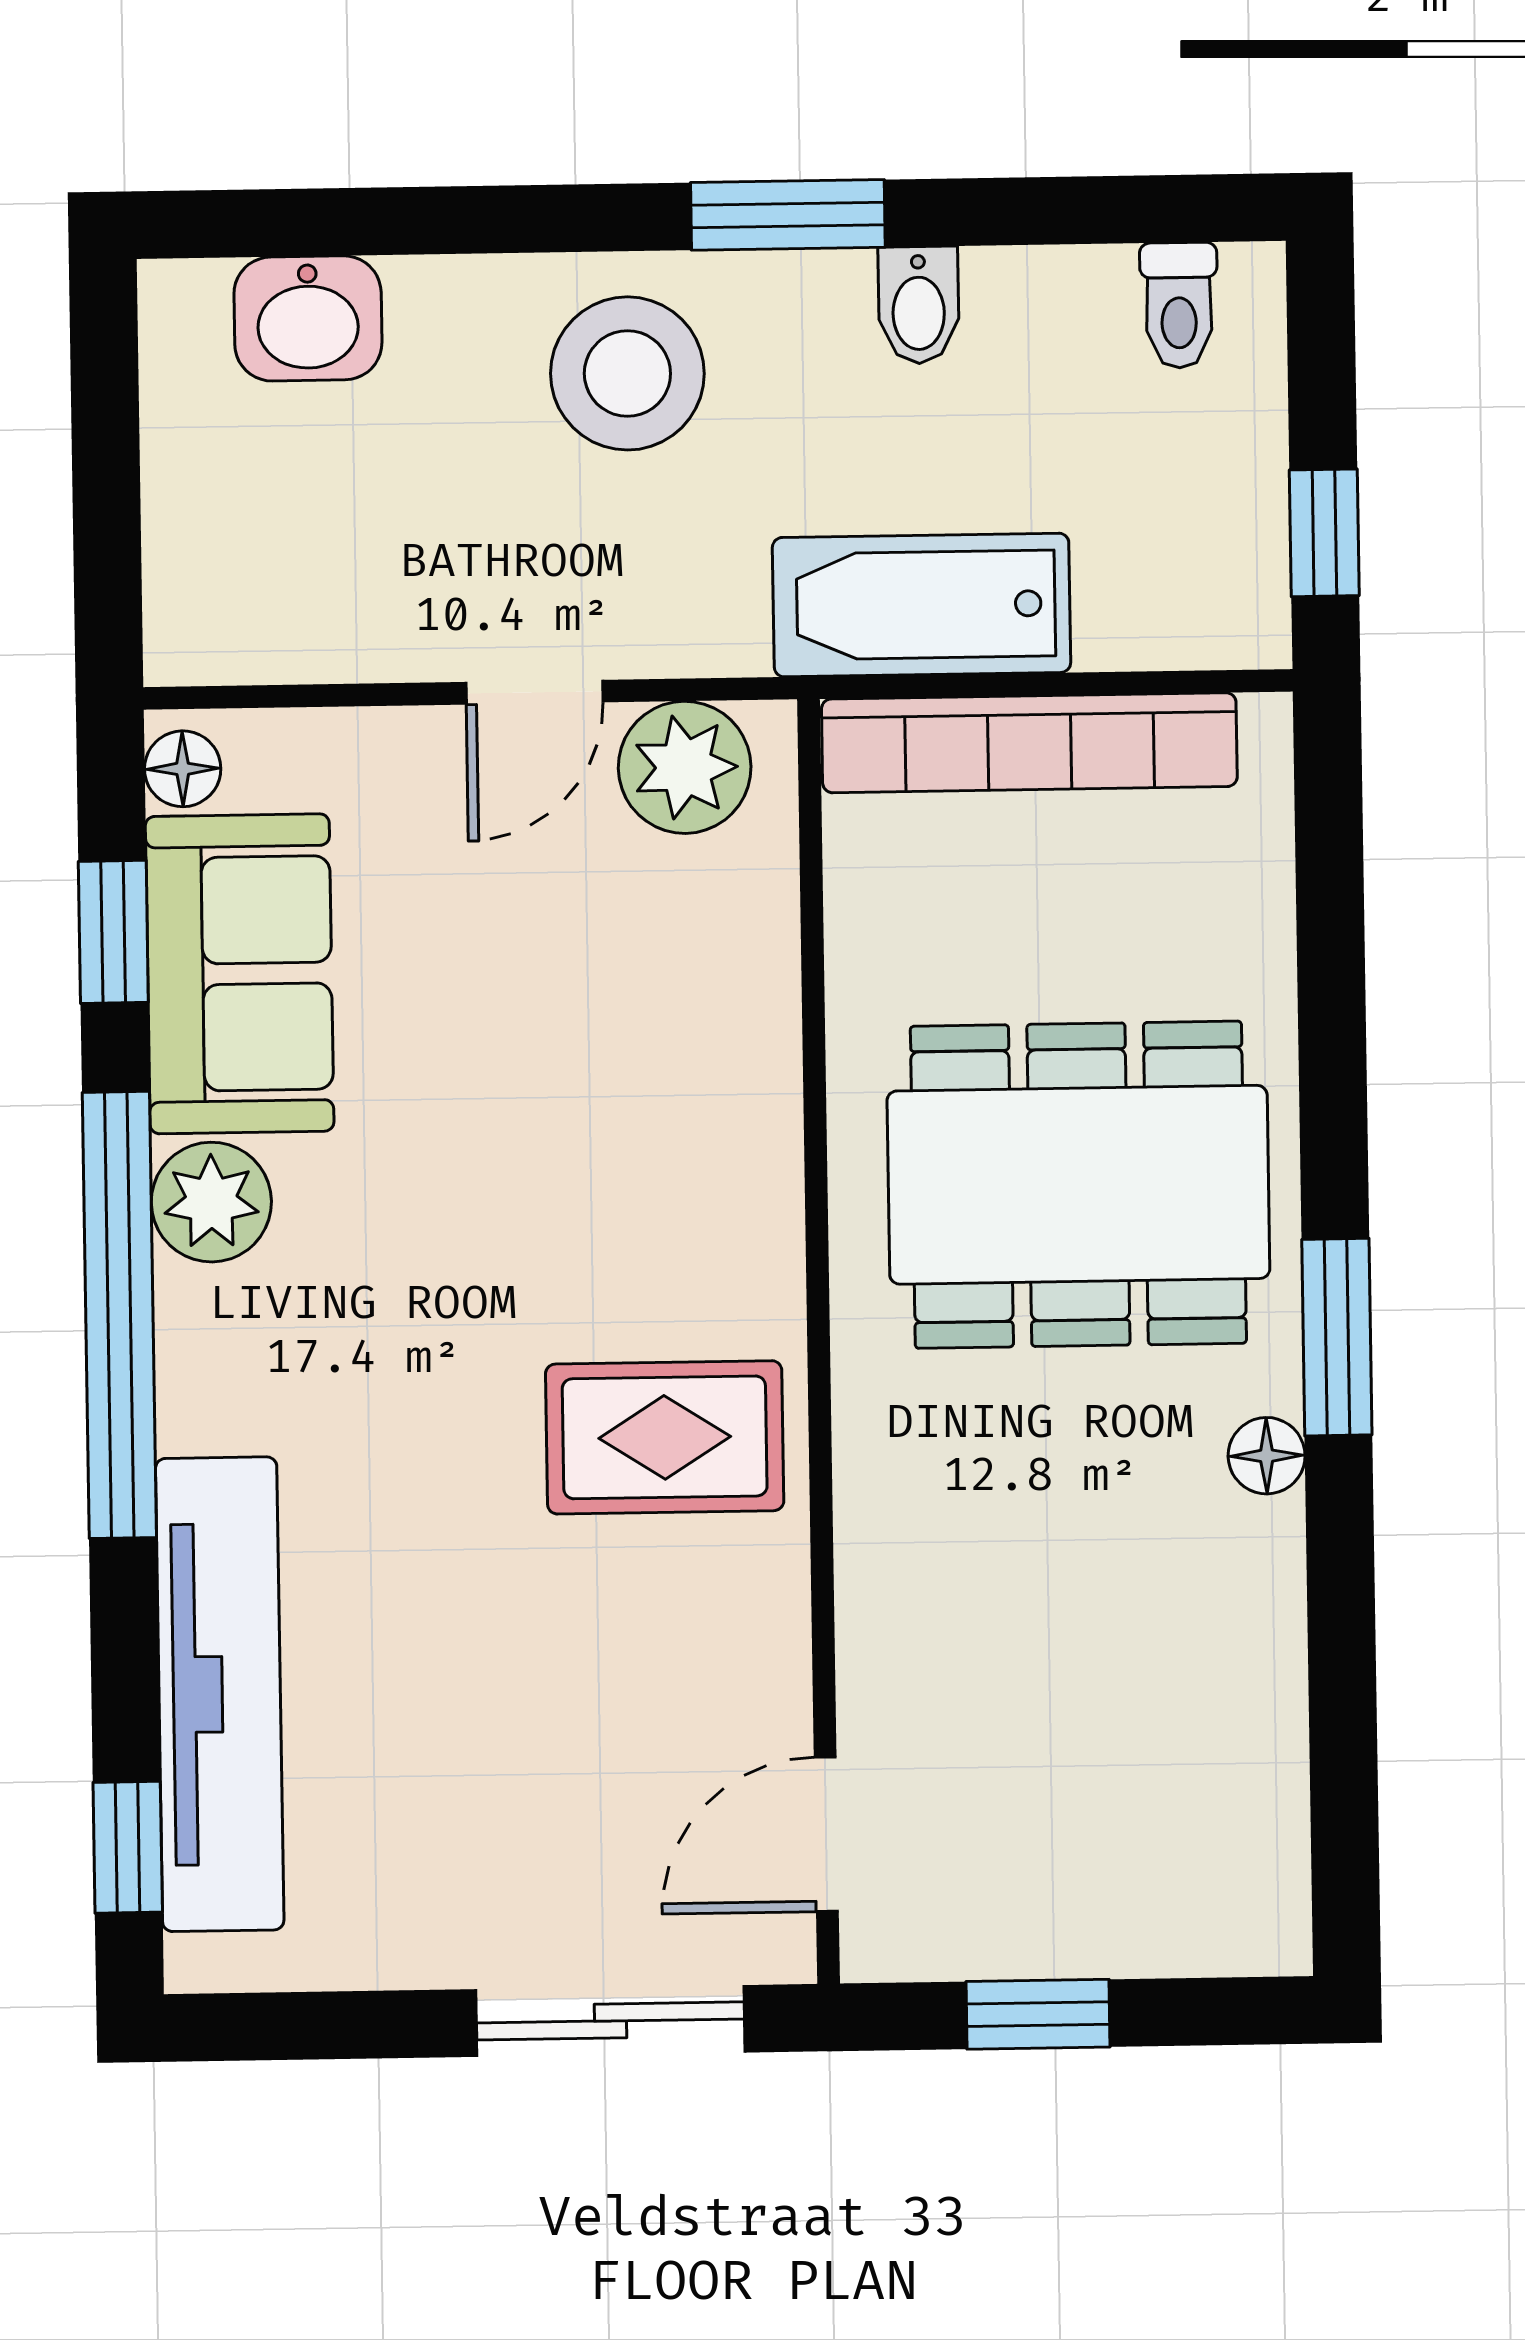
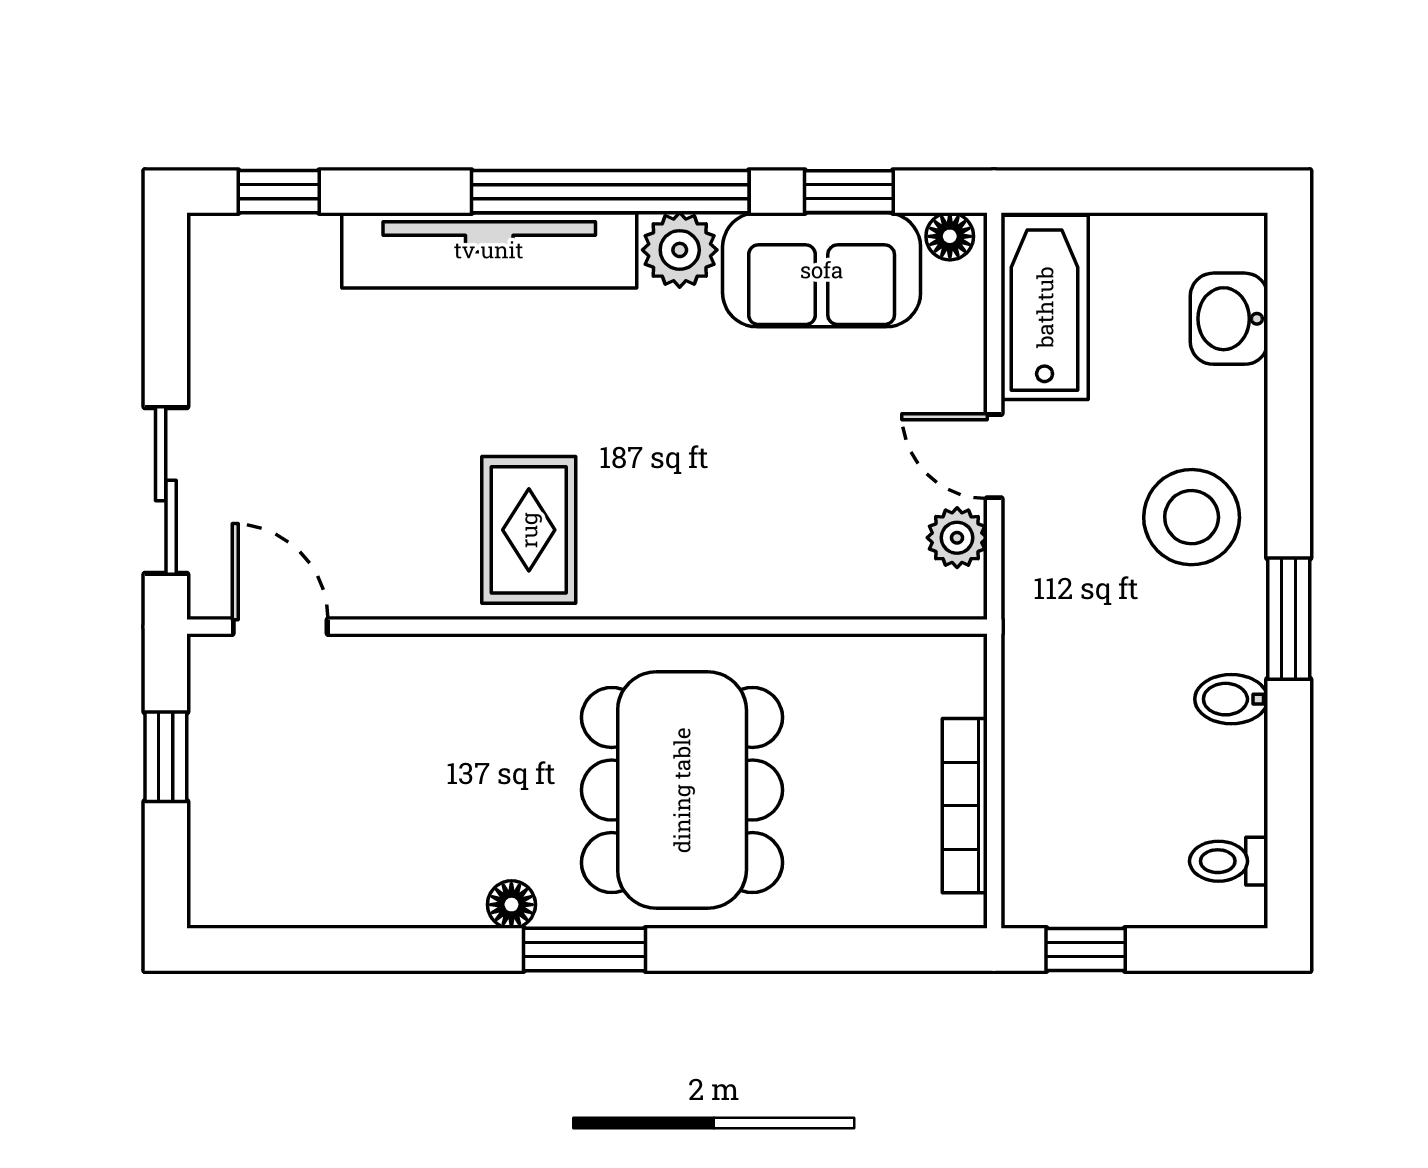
bathtub: (922, 605) -> (1045, 307), moved
bookcase: (1029, 743) -> (965, 806), width x0.68, depth x0.76
plant: (685, 767) -> (957, 538), width x0.73, depth x0.73
tv unit: (220, 1694) -> (489, 250), moved

